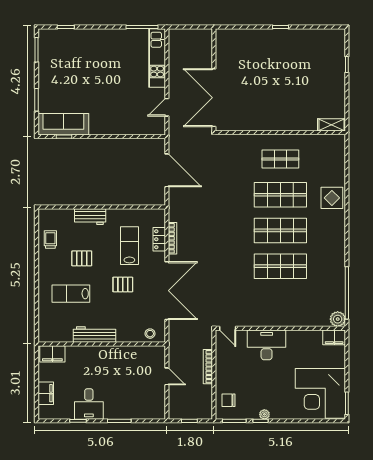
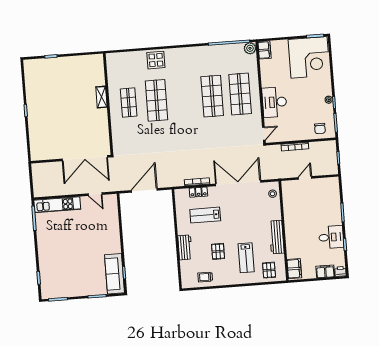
shelving: (331, 125) -> (101, 97), moved
shop shelf: (280, 230) -> (240, 94), moved
pallet: (123, 284) -> (269, 270), moved
printer: (44, 412) -> (340, 271), added

